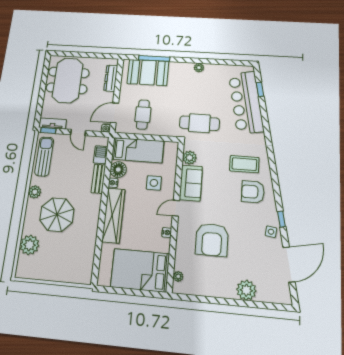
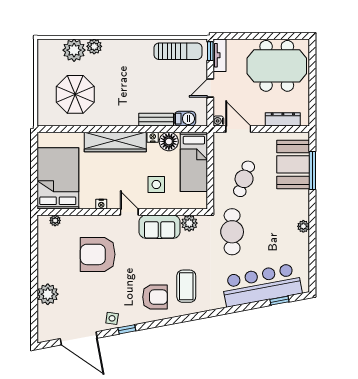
cafe table: (143, 115) -> (244, 179), moved, turned -71
plant: (35, 192) -> (94, 46), moved
armchair: (253, 192) -> (155, 297), turned 90
parasol: (57, 215) -> (75, 94), moved

